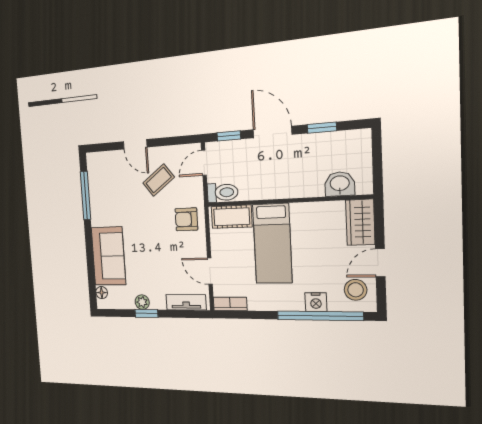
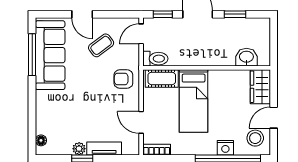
sofa: (108, 256) -> (50, 55), moved, width x1.36
tv unit: (186, 302) -> (104, 149), moved

